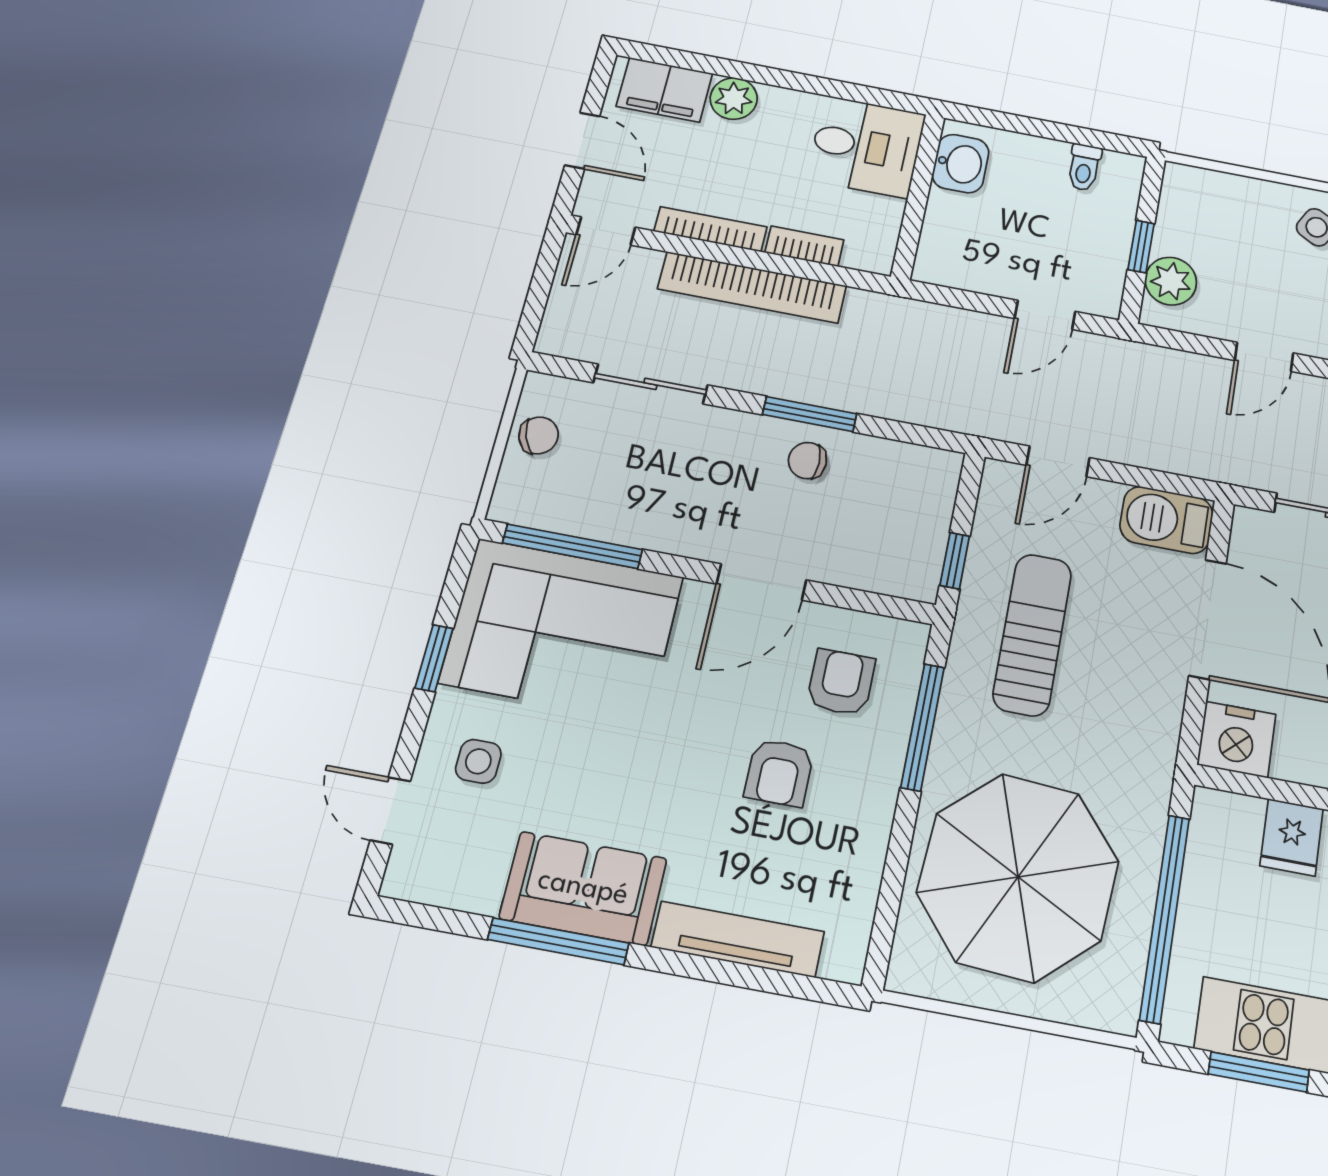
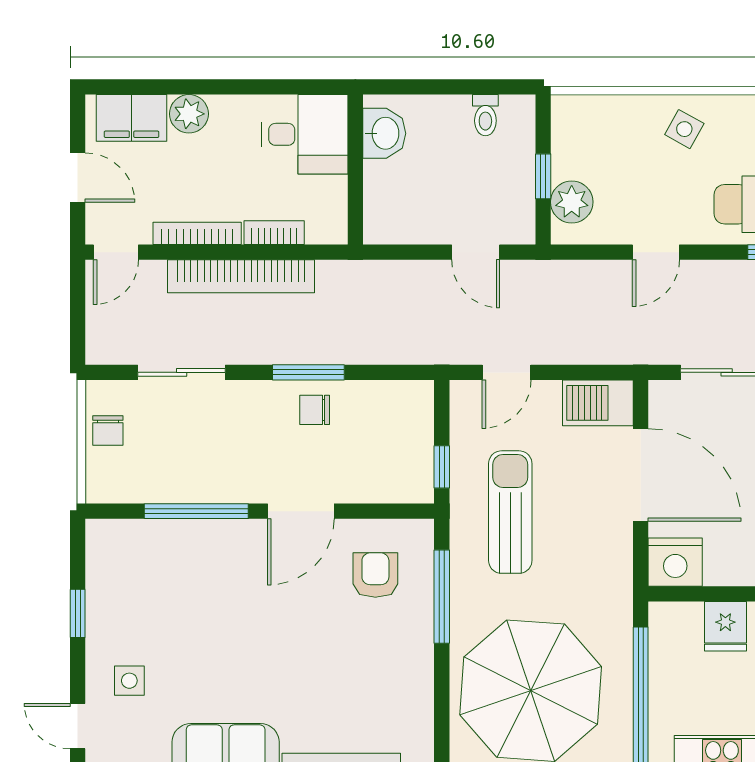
door: (1045, 315) -> (476, 252), hinge flipped
chair: (539, 435) -> (108, 430), turned 110
window: (573, 546) -> (196, 511), moved
corner sofa: (562, 629) -> (164, 575), removed
armchair: (779, 773) -> (345, 649), removed

